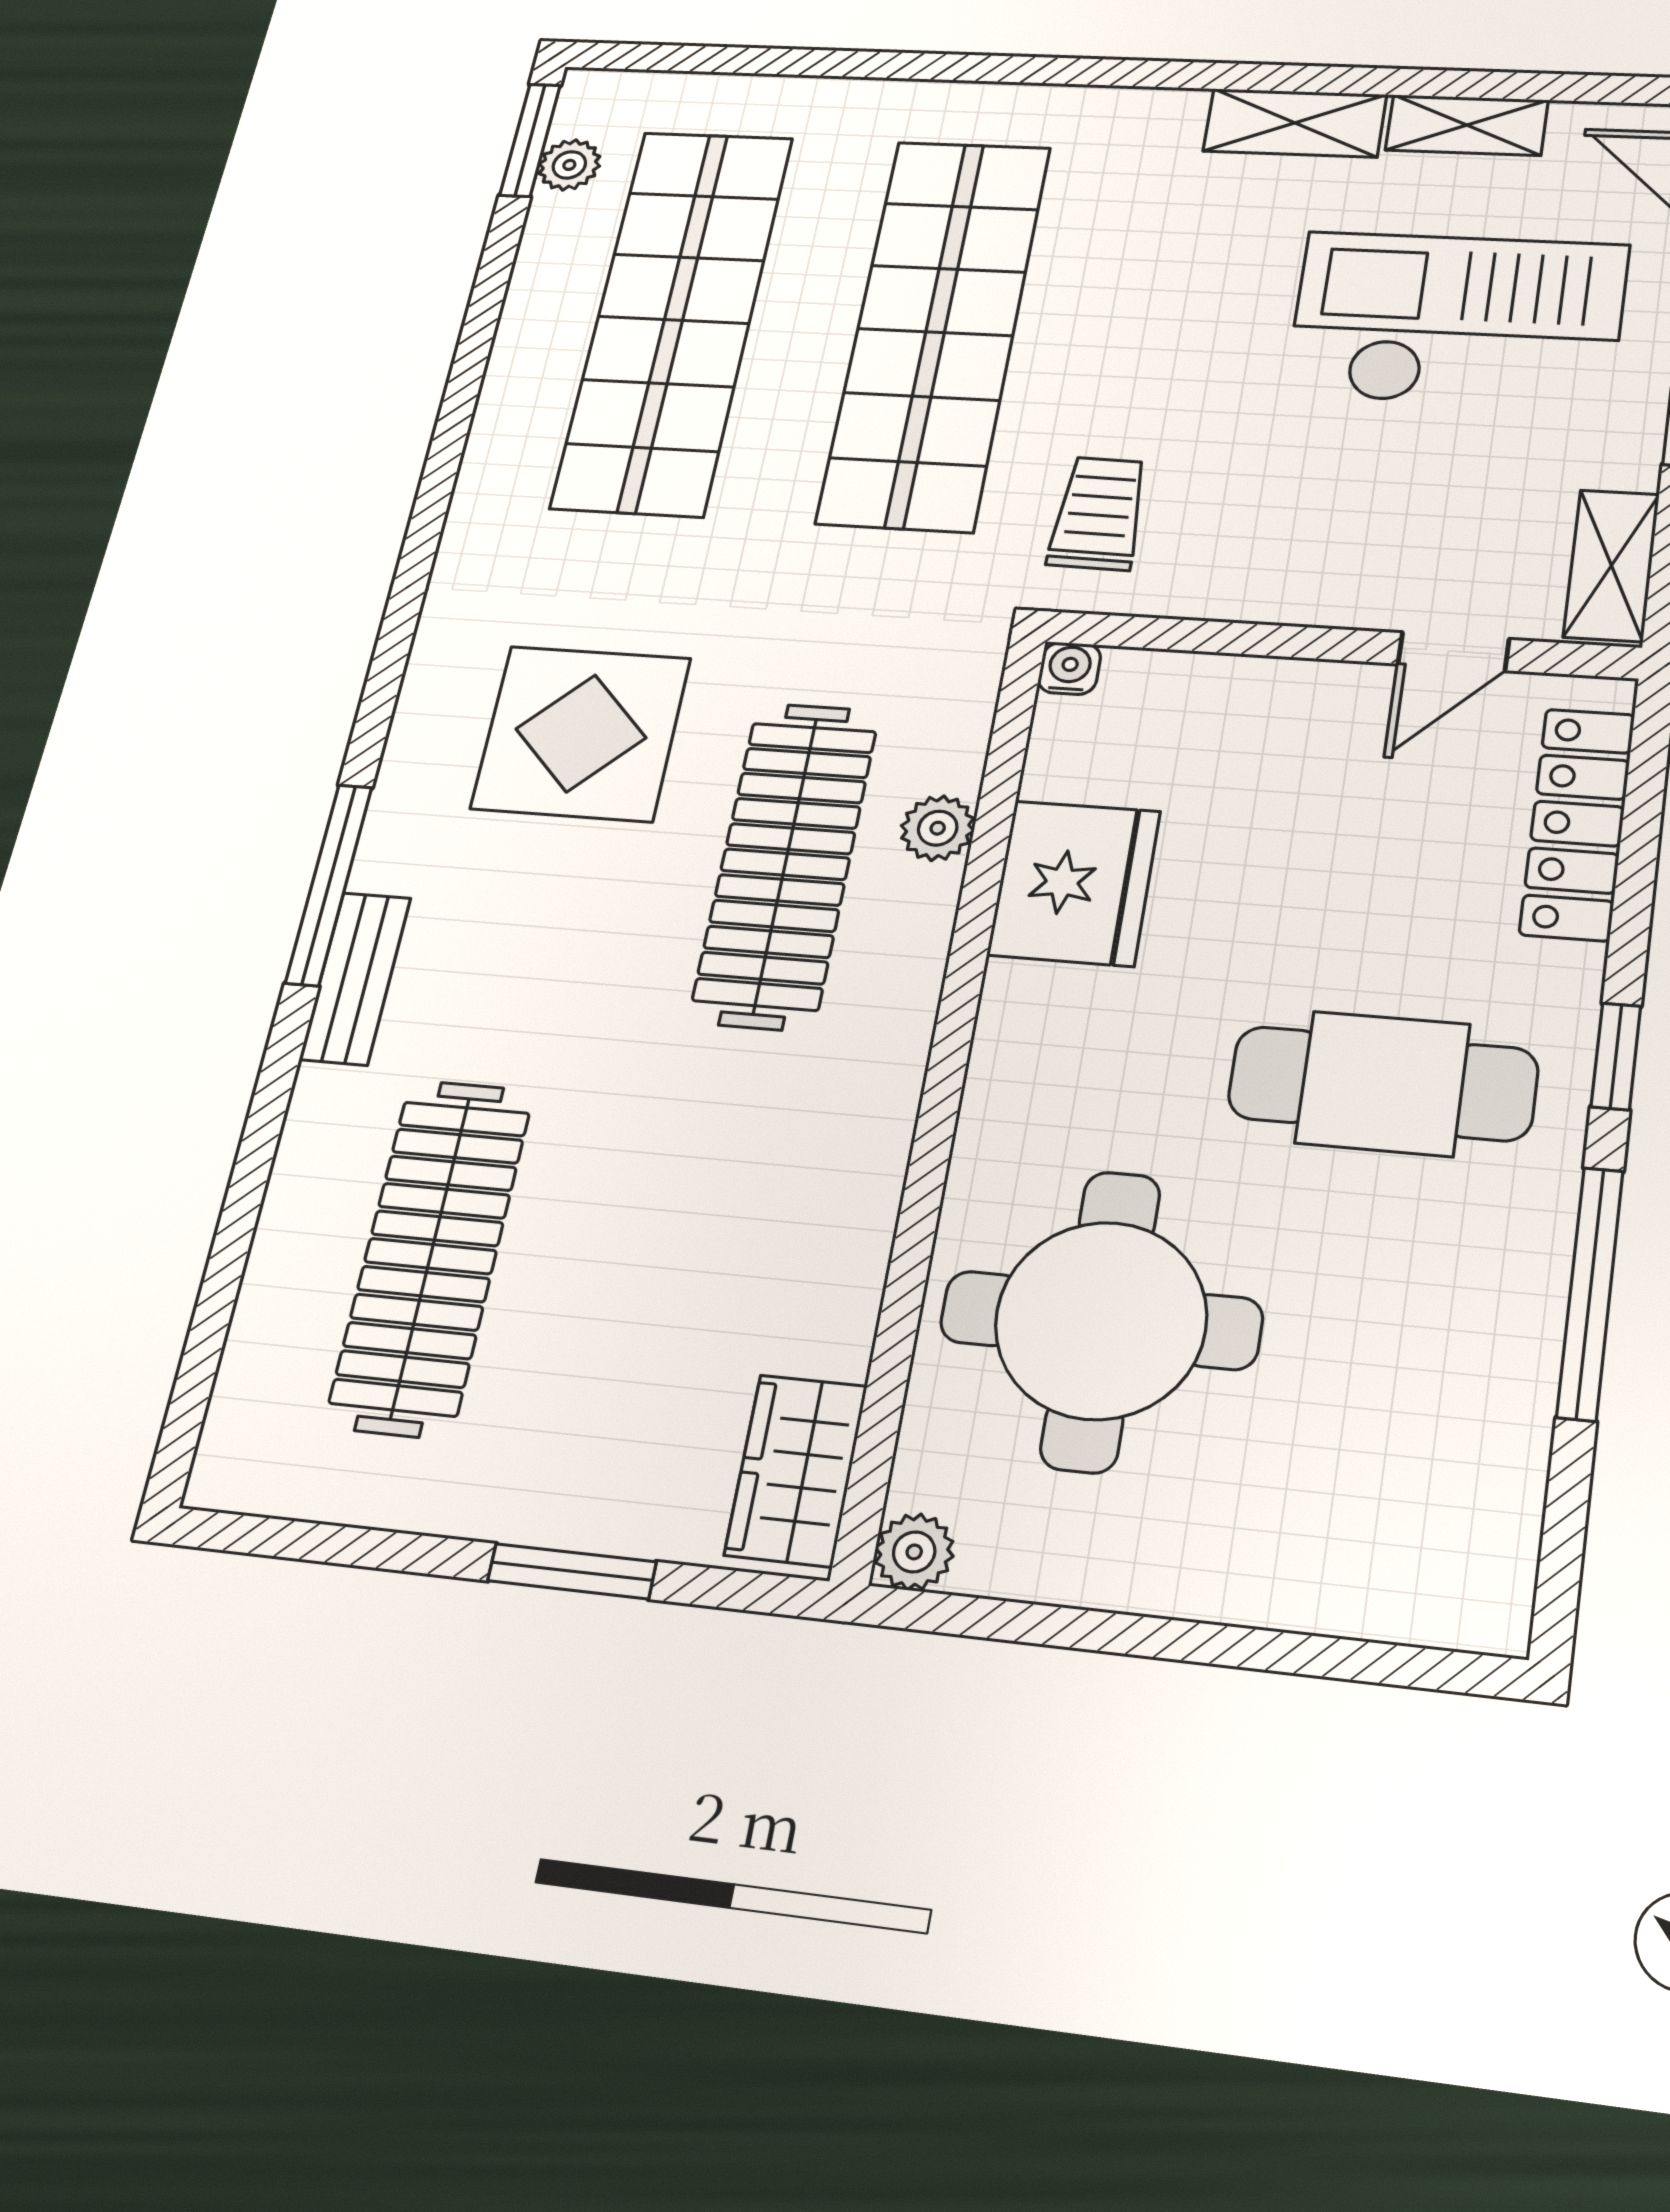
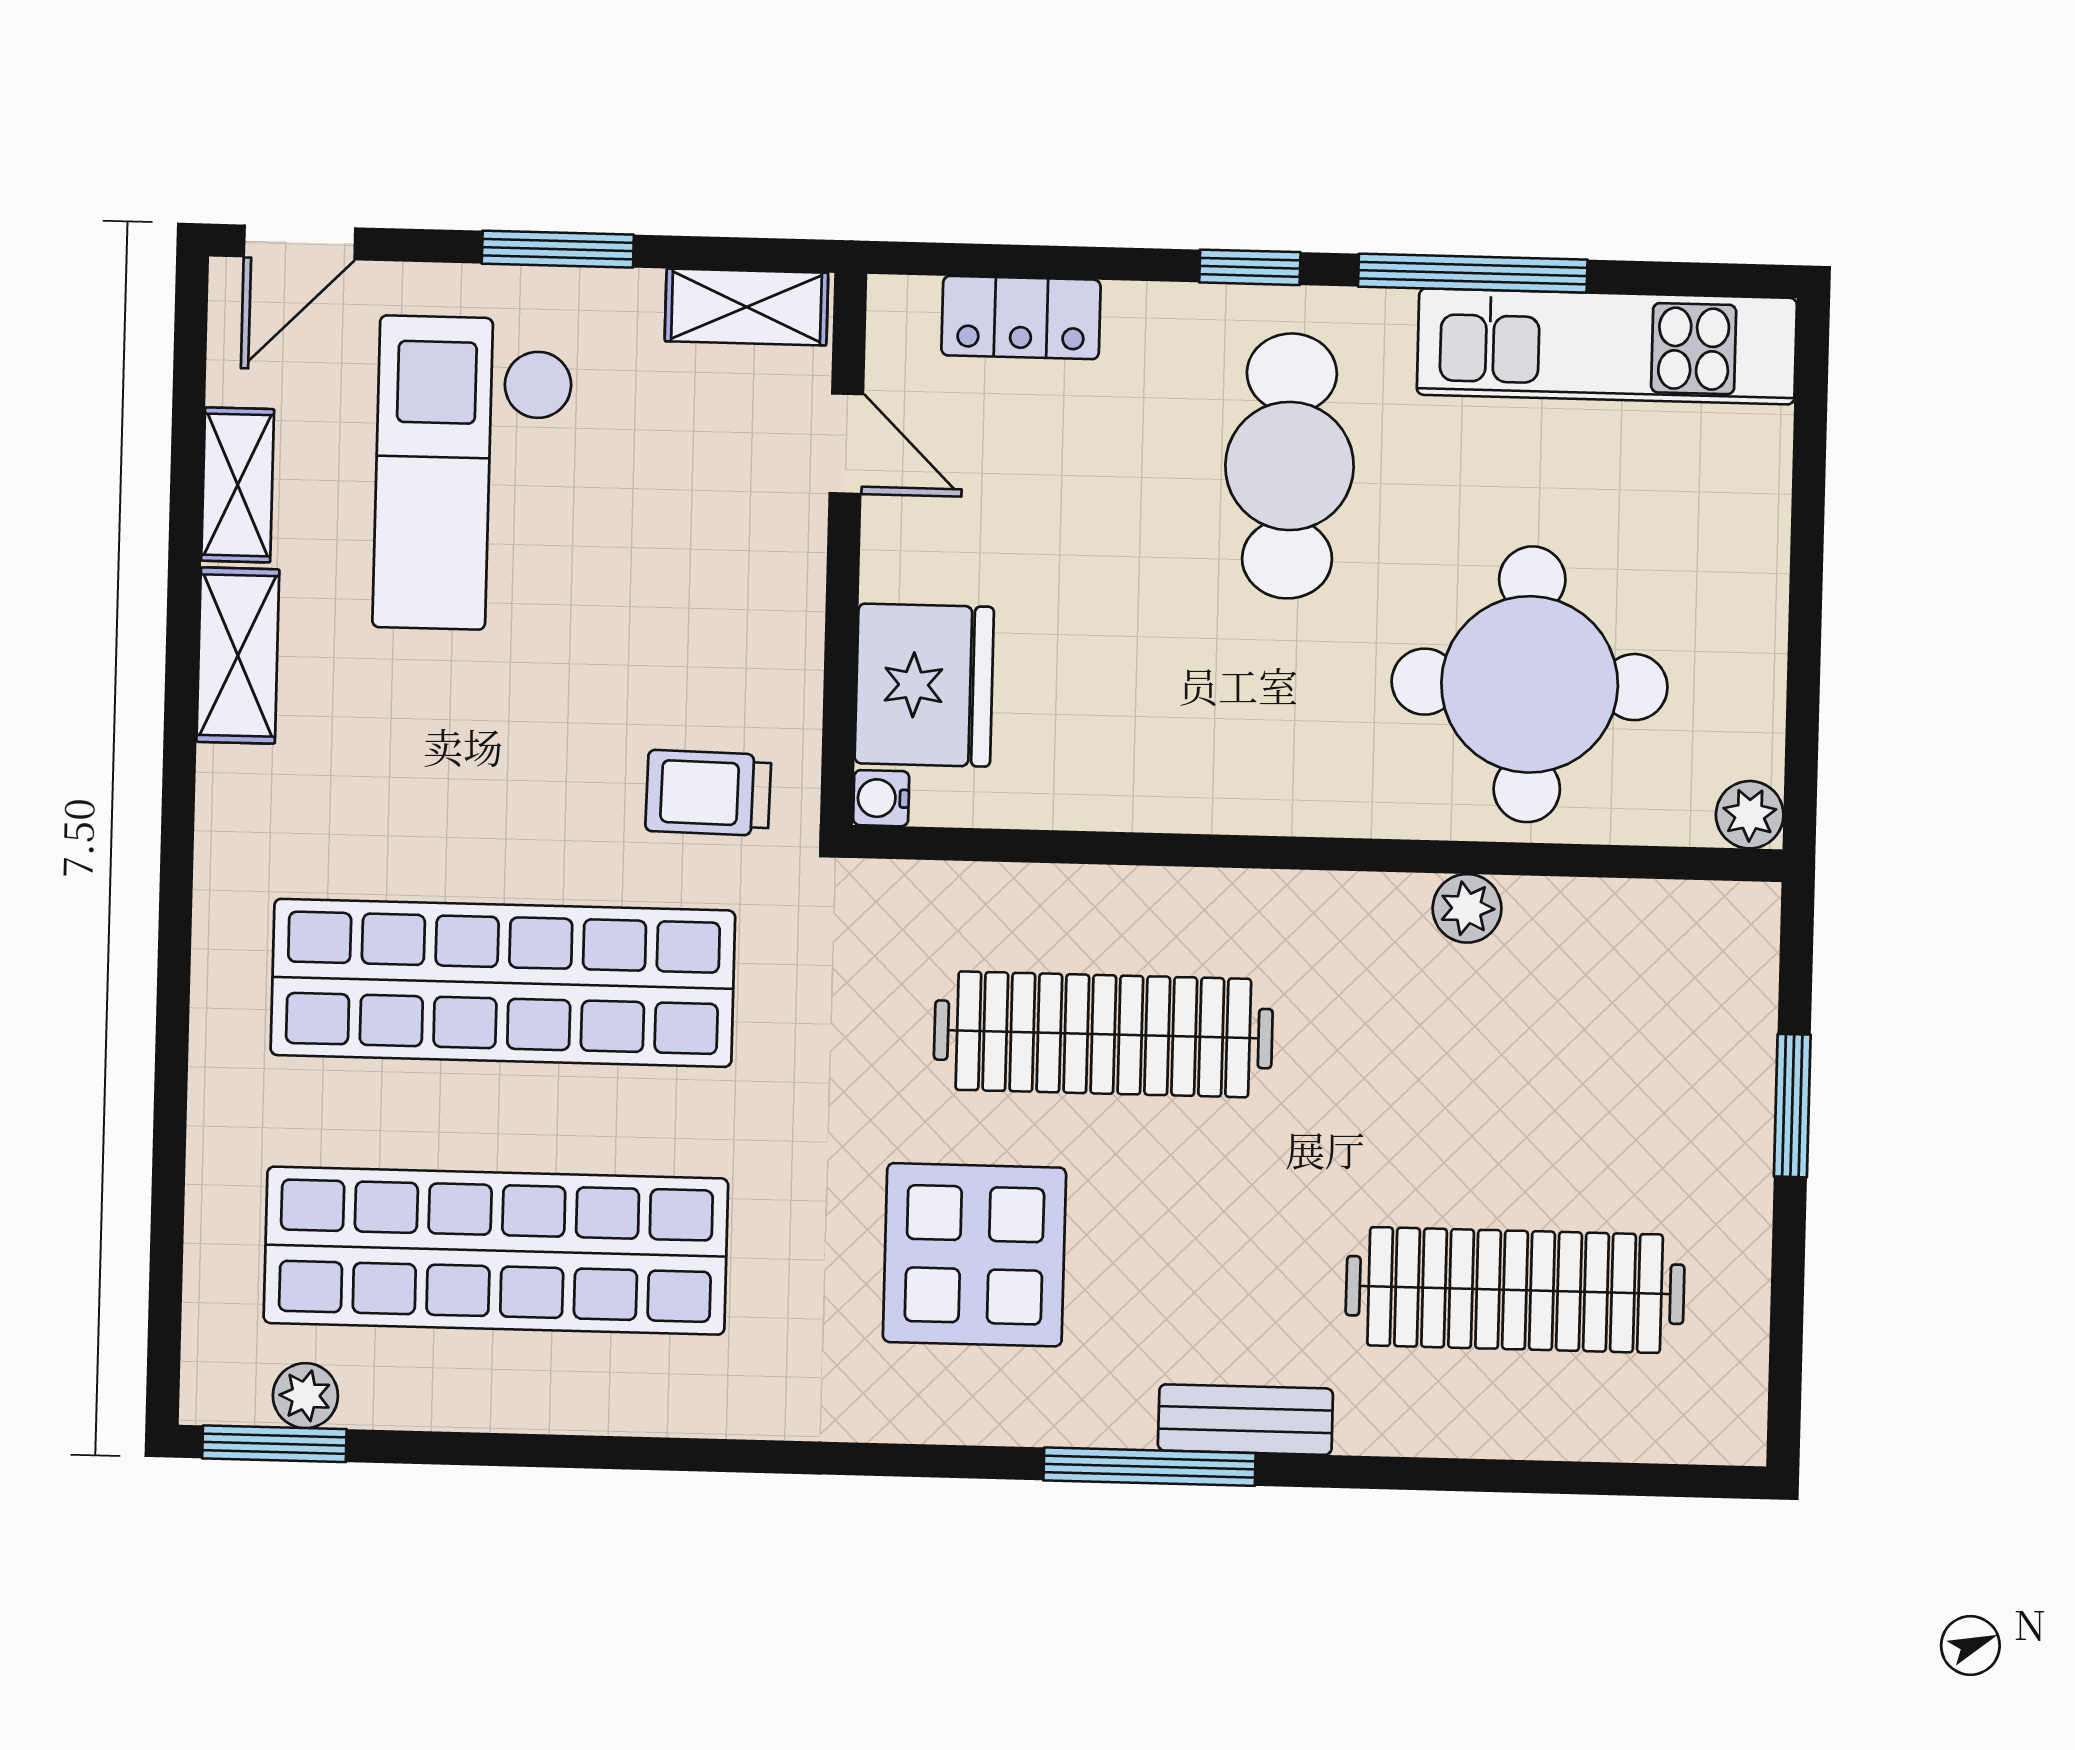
locker: (1577, 824) -> (1021, 318), width x0.66
plant: (938, 828) -> (1467, 908), moved
fridge: (1074, 883) -> (924, 685), moved, turned 90
kitchen unit: (1489, 1435) -> (1607, 346), added
wardrobe: (796, 1470) -> (1686, 927), removed

